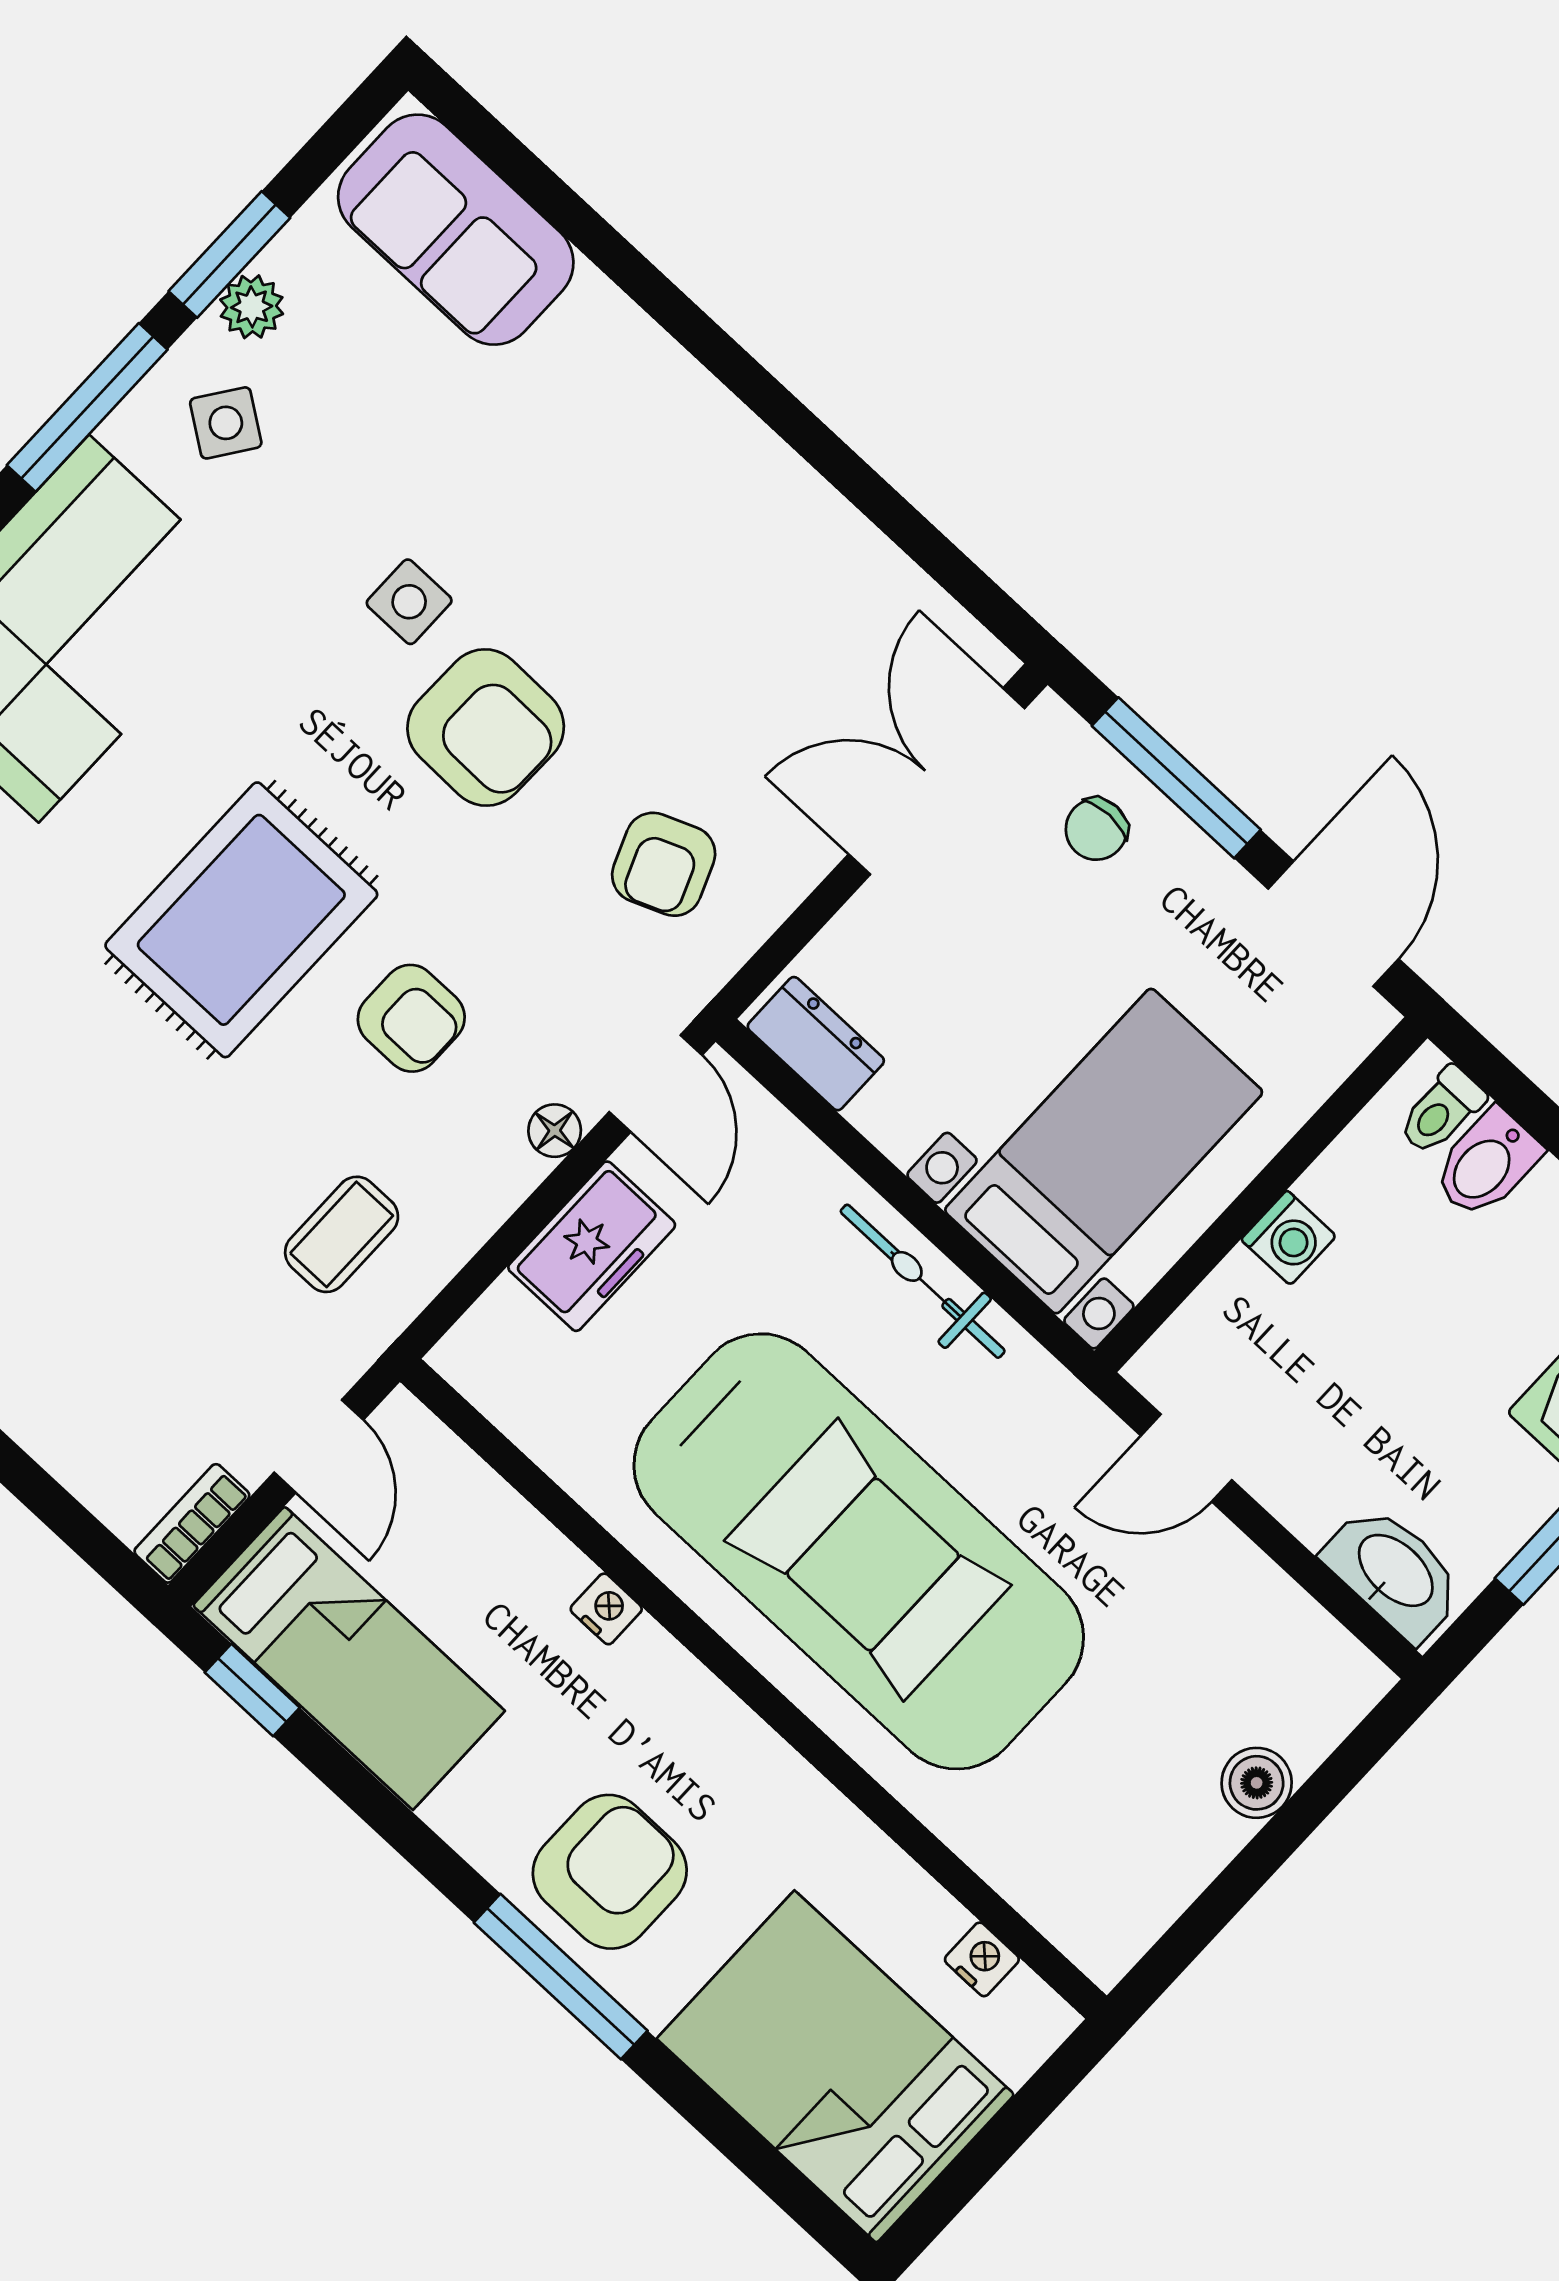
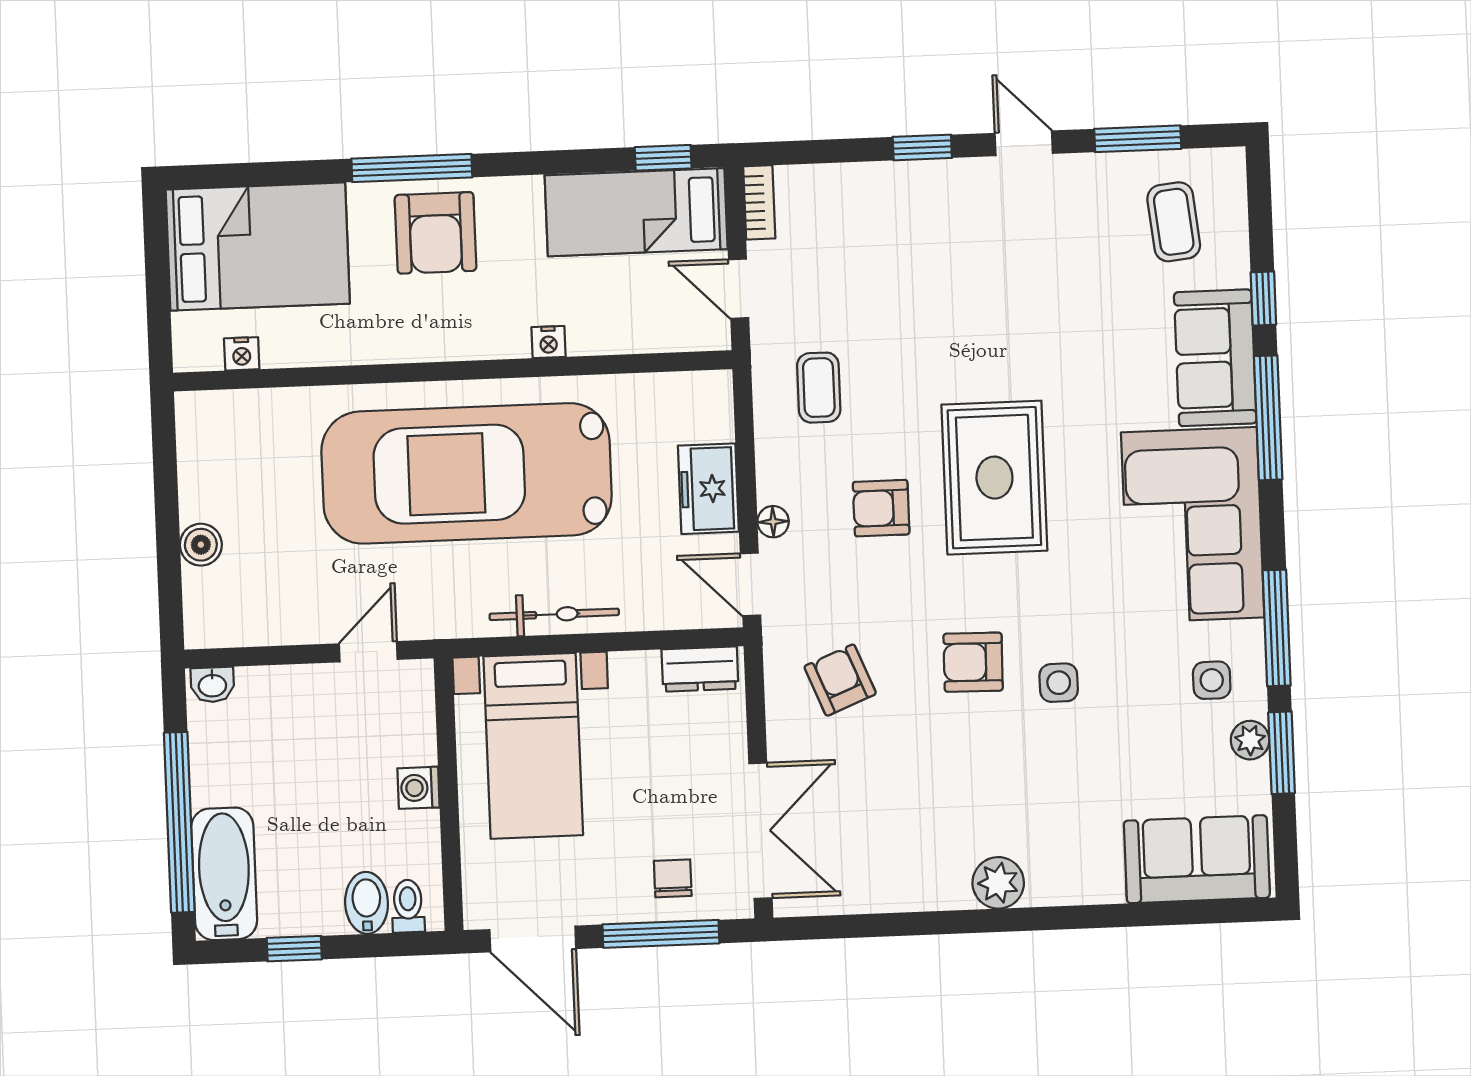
side table: (226, 423) -> (1212, 680), turned -35
plant: (718, 438) -> (998, 883), added
armchair: (486, 727) -> (973, 662), width x0.72, depth x0.72
washbasin: (1394, 1572) -> (212, 685), width x0.52, depth x0.69

